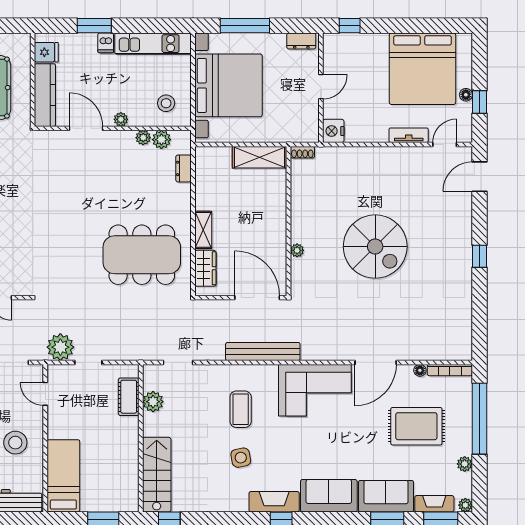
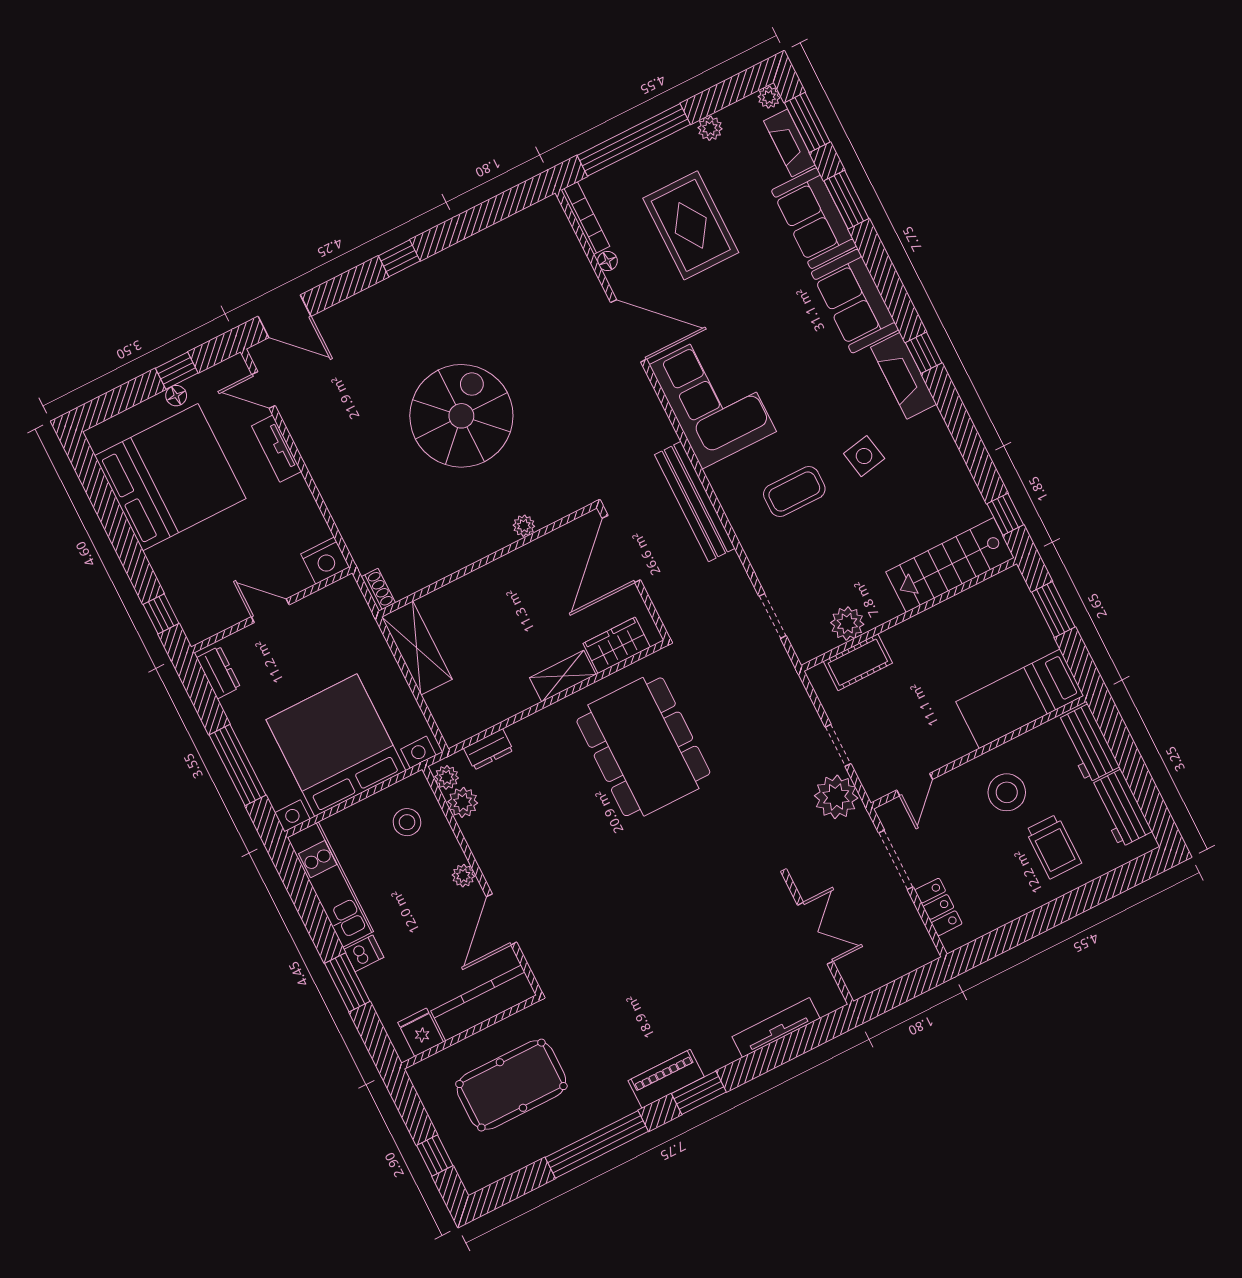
plant: (143, 138) -> (447, 777), moved

